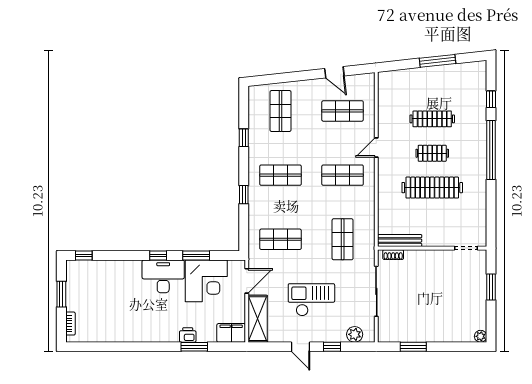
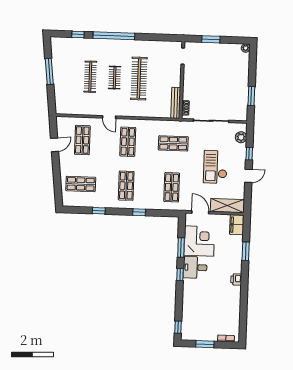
desk: (163, 276) -> (195, 267), width x0.73
printer: (188, 335) -> (236, 280), moved

